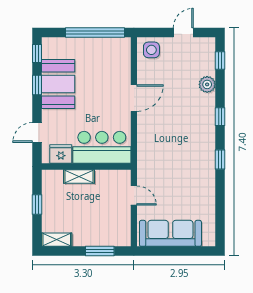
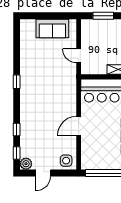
plant: (207, 84) -> (26, 164), moved
window: (220, 117) -> (17, 130), moved
sofa: (170, 233) -> (52, 29), width x0.73

